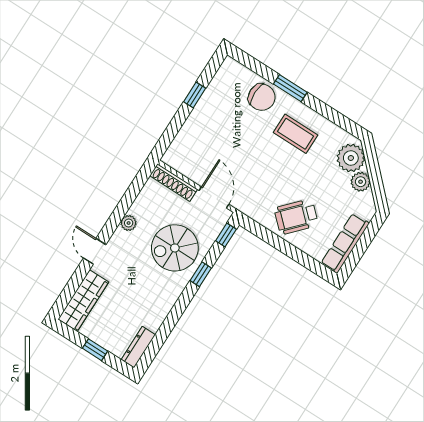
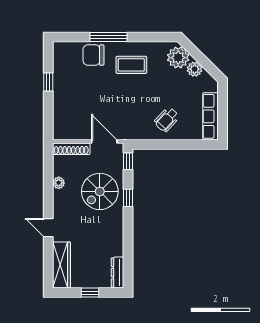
window: (290, 88) -> (108, 37), width x1.44
chair: (262, 97) -> (93, 55), turned 180
wheelchair: (296, 217) -> (167, 120), width x0.73, depth x0.73
plant: (129, 223) -> (59, 183), moved

